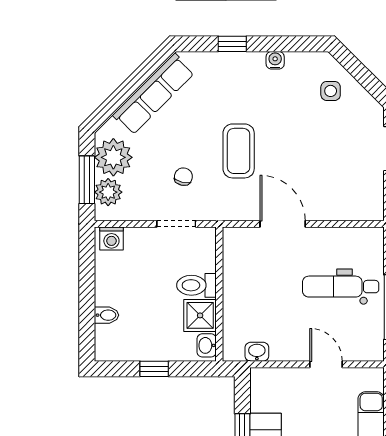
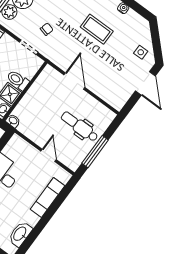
side table: (331, 91) -> (141, 52), moved
coffee table: (239, 151) -> (97, 29), moved, turned 90
washbasin: (257, 352) -> (13, 121), moved

